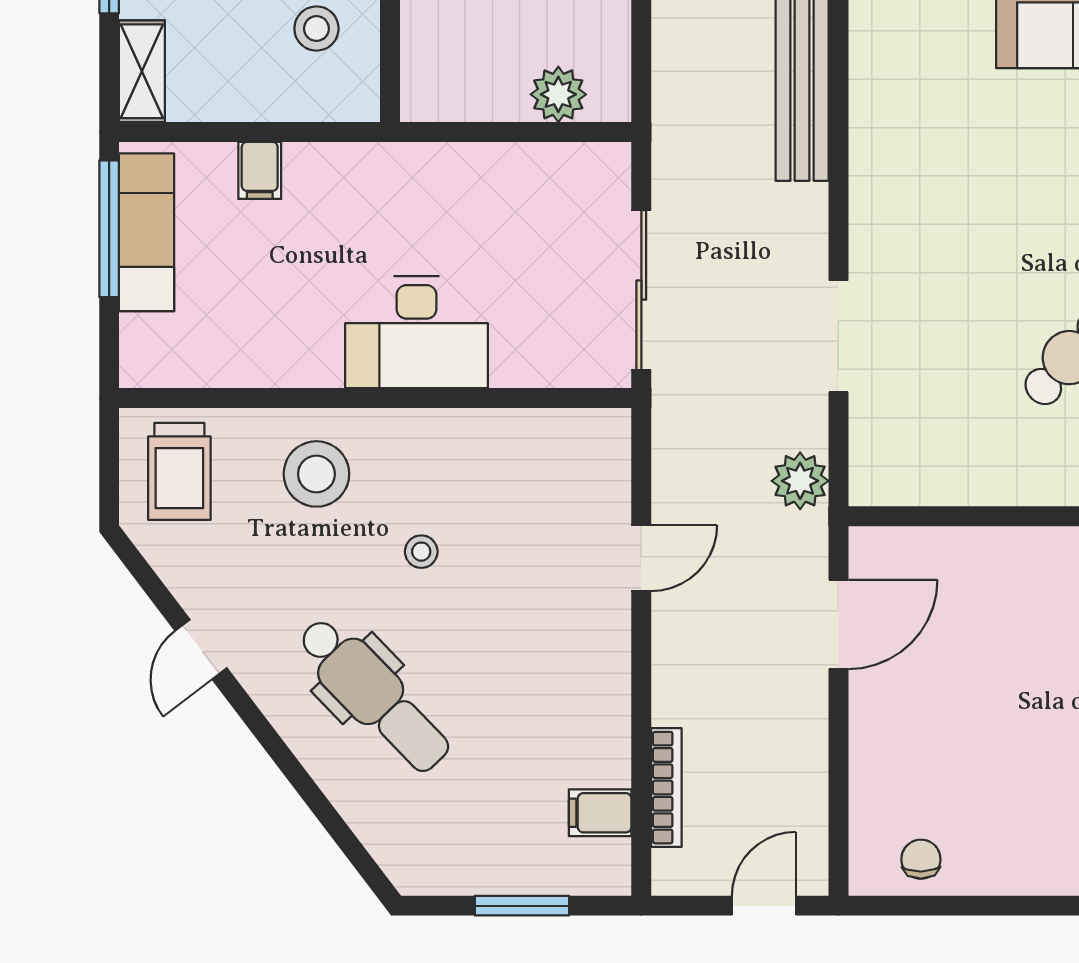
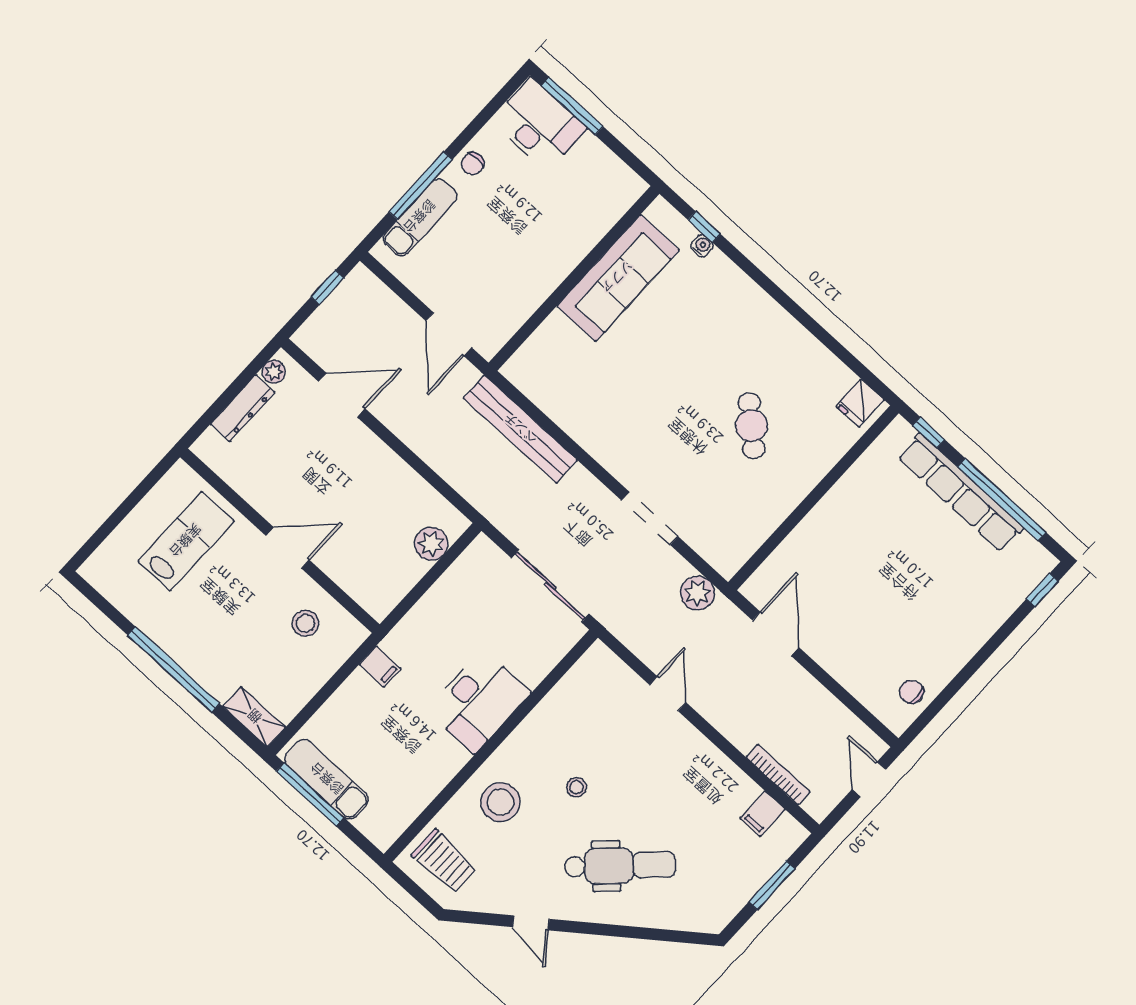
filing cabinet: (260, 170) -> (380, 666), moved

